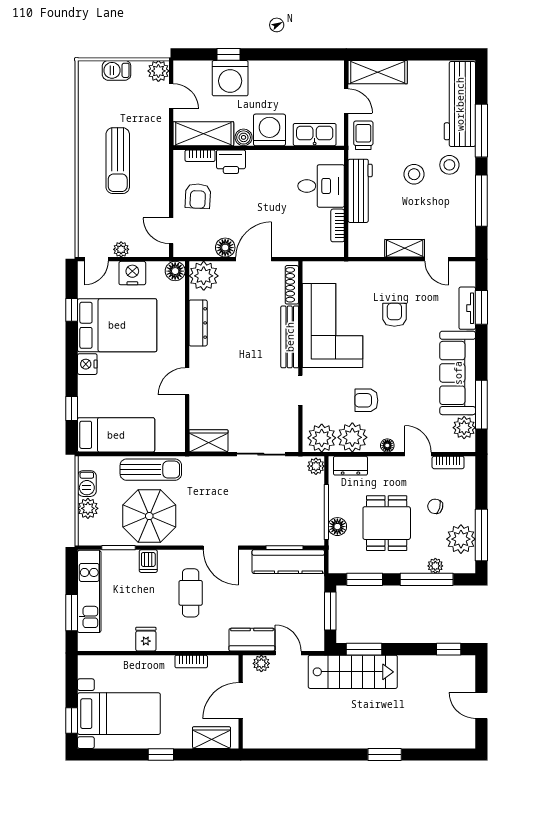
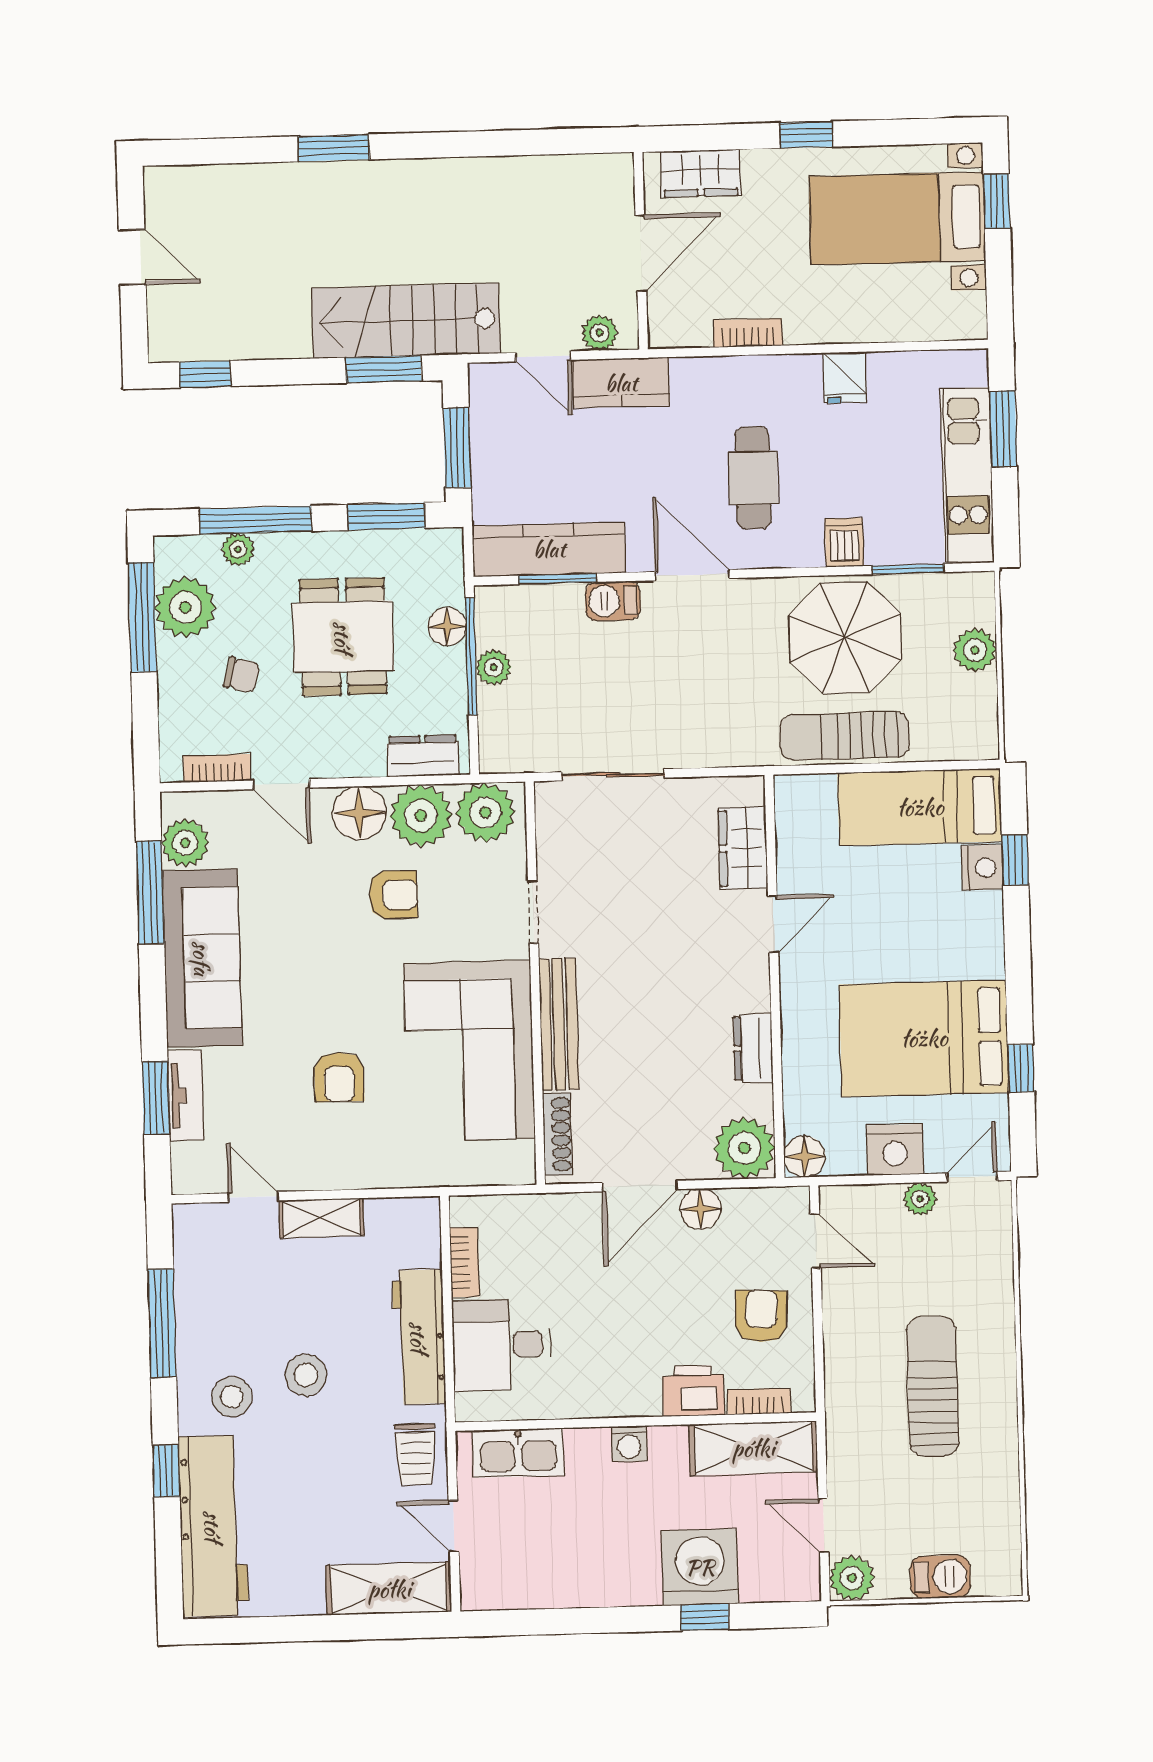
washing machine: (269, 130) -> (629, 1444), width x0.53, depth x0.53
window: (481, 131) -> (166, 1471), width x0.46
boiler: (244, 137) -> (668, 1443), removed
dresser: (198, 323) -> (753, 1048), width x0.70
nightstand: (87, 364) -> (982, 867), moved
wardrobe: (208, 441) -> (743, 848), moved, turned 90
floor lamp: (387, 445) -> (359, 813), width x1.89, depth x1.89
plant: (316, 466) -> (494, 667), moved
barbecue: (87, 484) -> (613, 601), moved, turned -90

